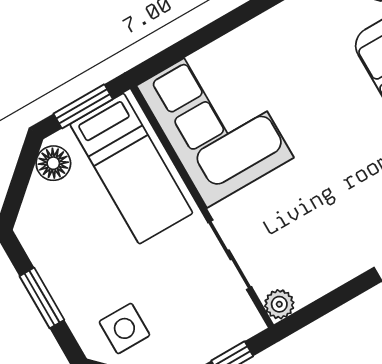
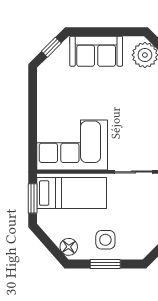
floor lamp: (53, 163) -> (69, 247), moved
side table: (124, 328) -> (105, 240), moved

